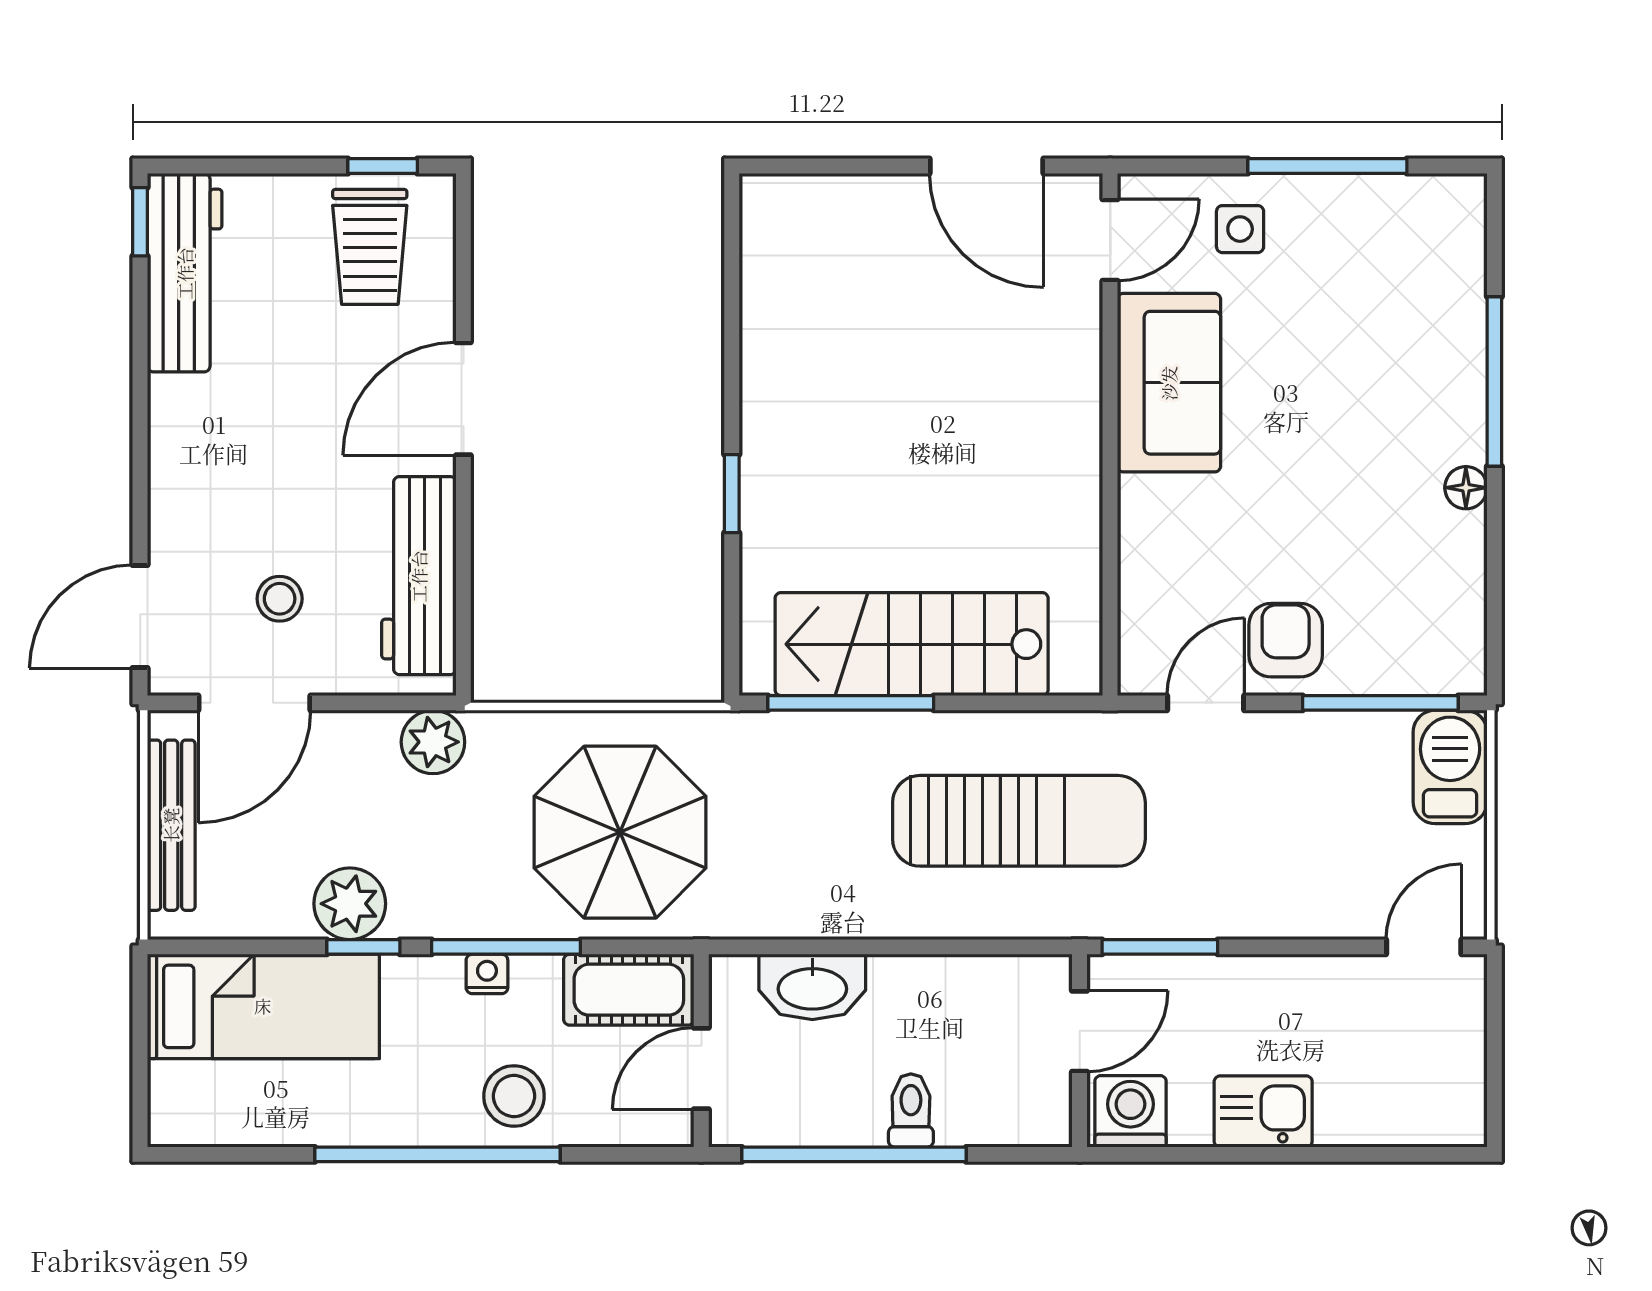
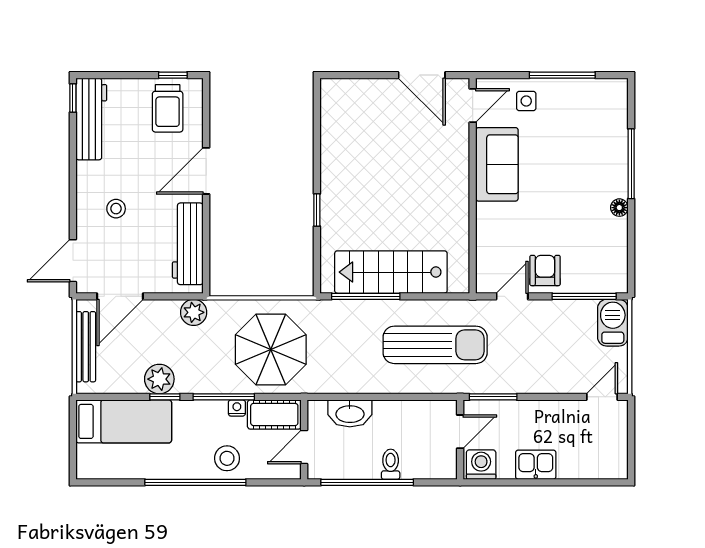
stool: (280, 599) -> (116, 209), moved
nightstand: (487, 974) -> (237, 408), moved

